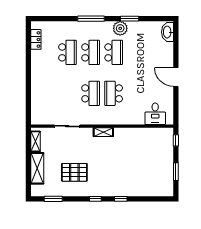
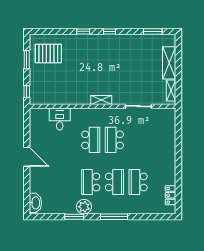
school desk: (91, 52) -> (114, 182), turned 180
desk: (155, 114) -> (60, 119), moved
pallet: (74, 172) -> (48, 54), moved

